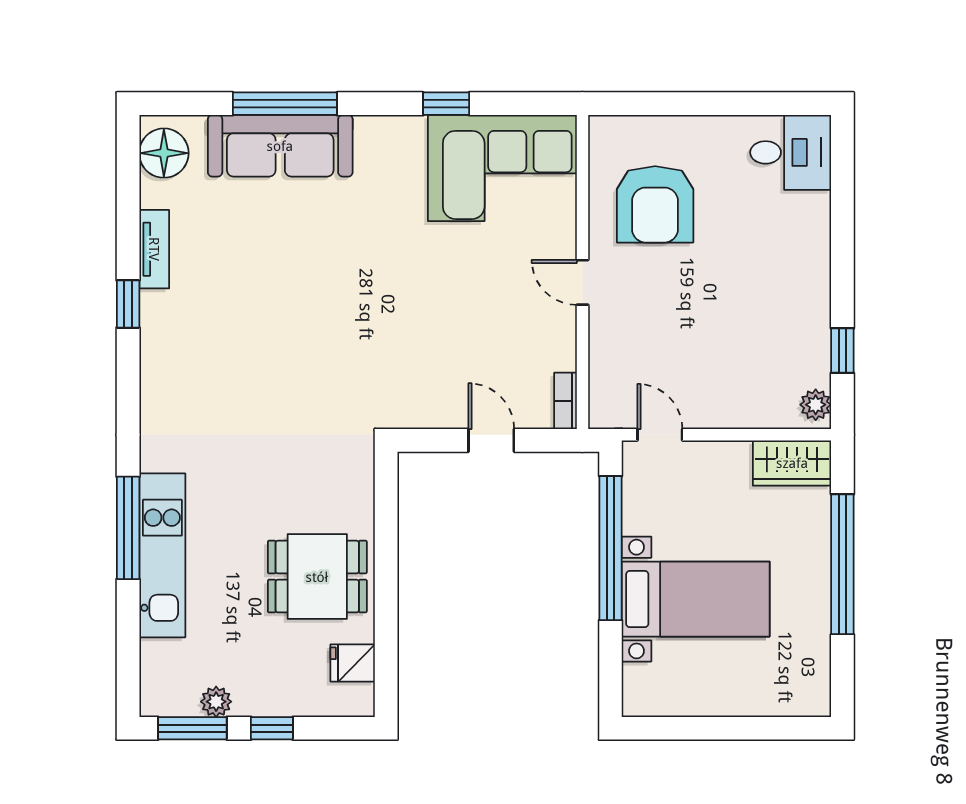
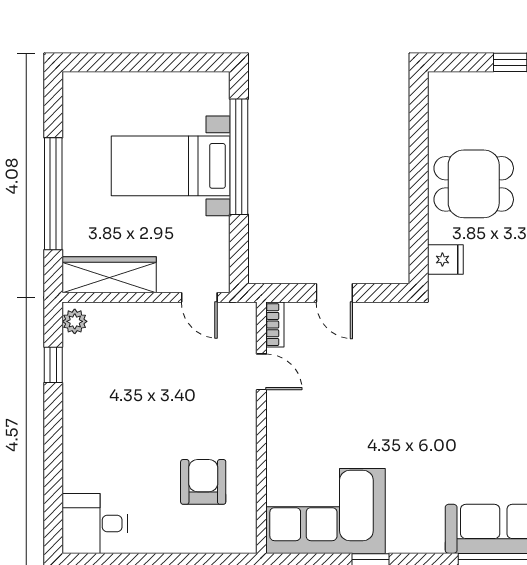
armchair: (655, 204) -> (203, 482), width x0.73, depth x0.73
door: (582, 282) -> (261, 372), moved
wardrobe: (792, 463) -> (109, 275), width x1.50
window: (610, 548) -> (239, 157), moved
fridge: (353, 663) -> (445, 260), moved

